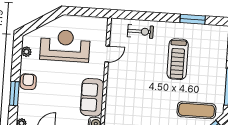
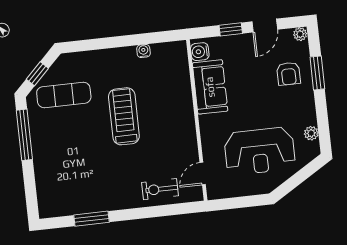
door: (107, 54) -> (203, 173), moved
treadmill: (178, 59) -> (124, 116), moved
armchair: (28, 82) -> (289, 74), moved

